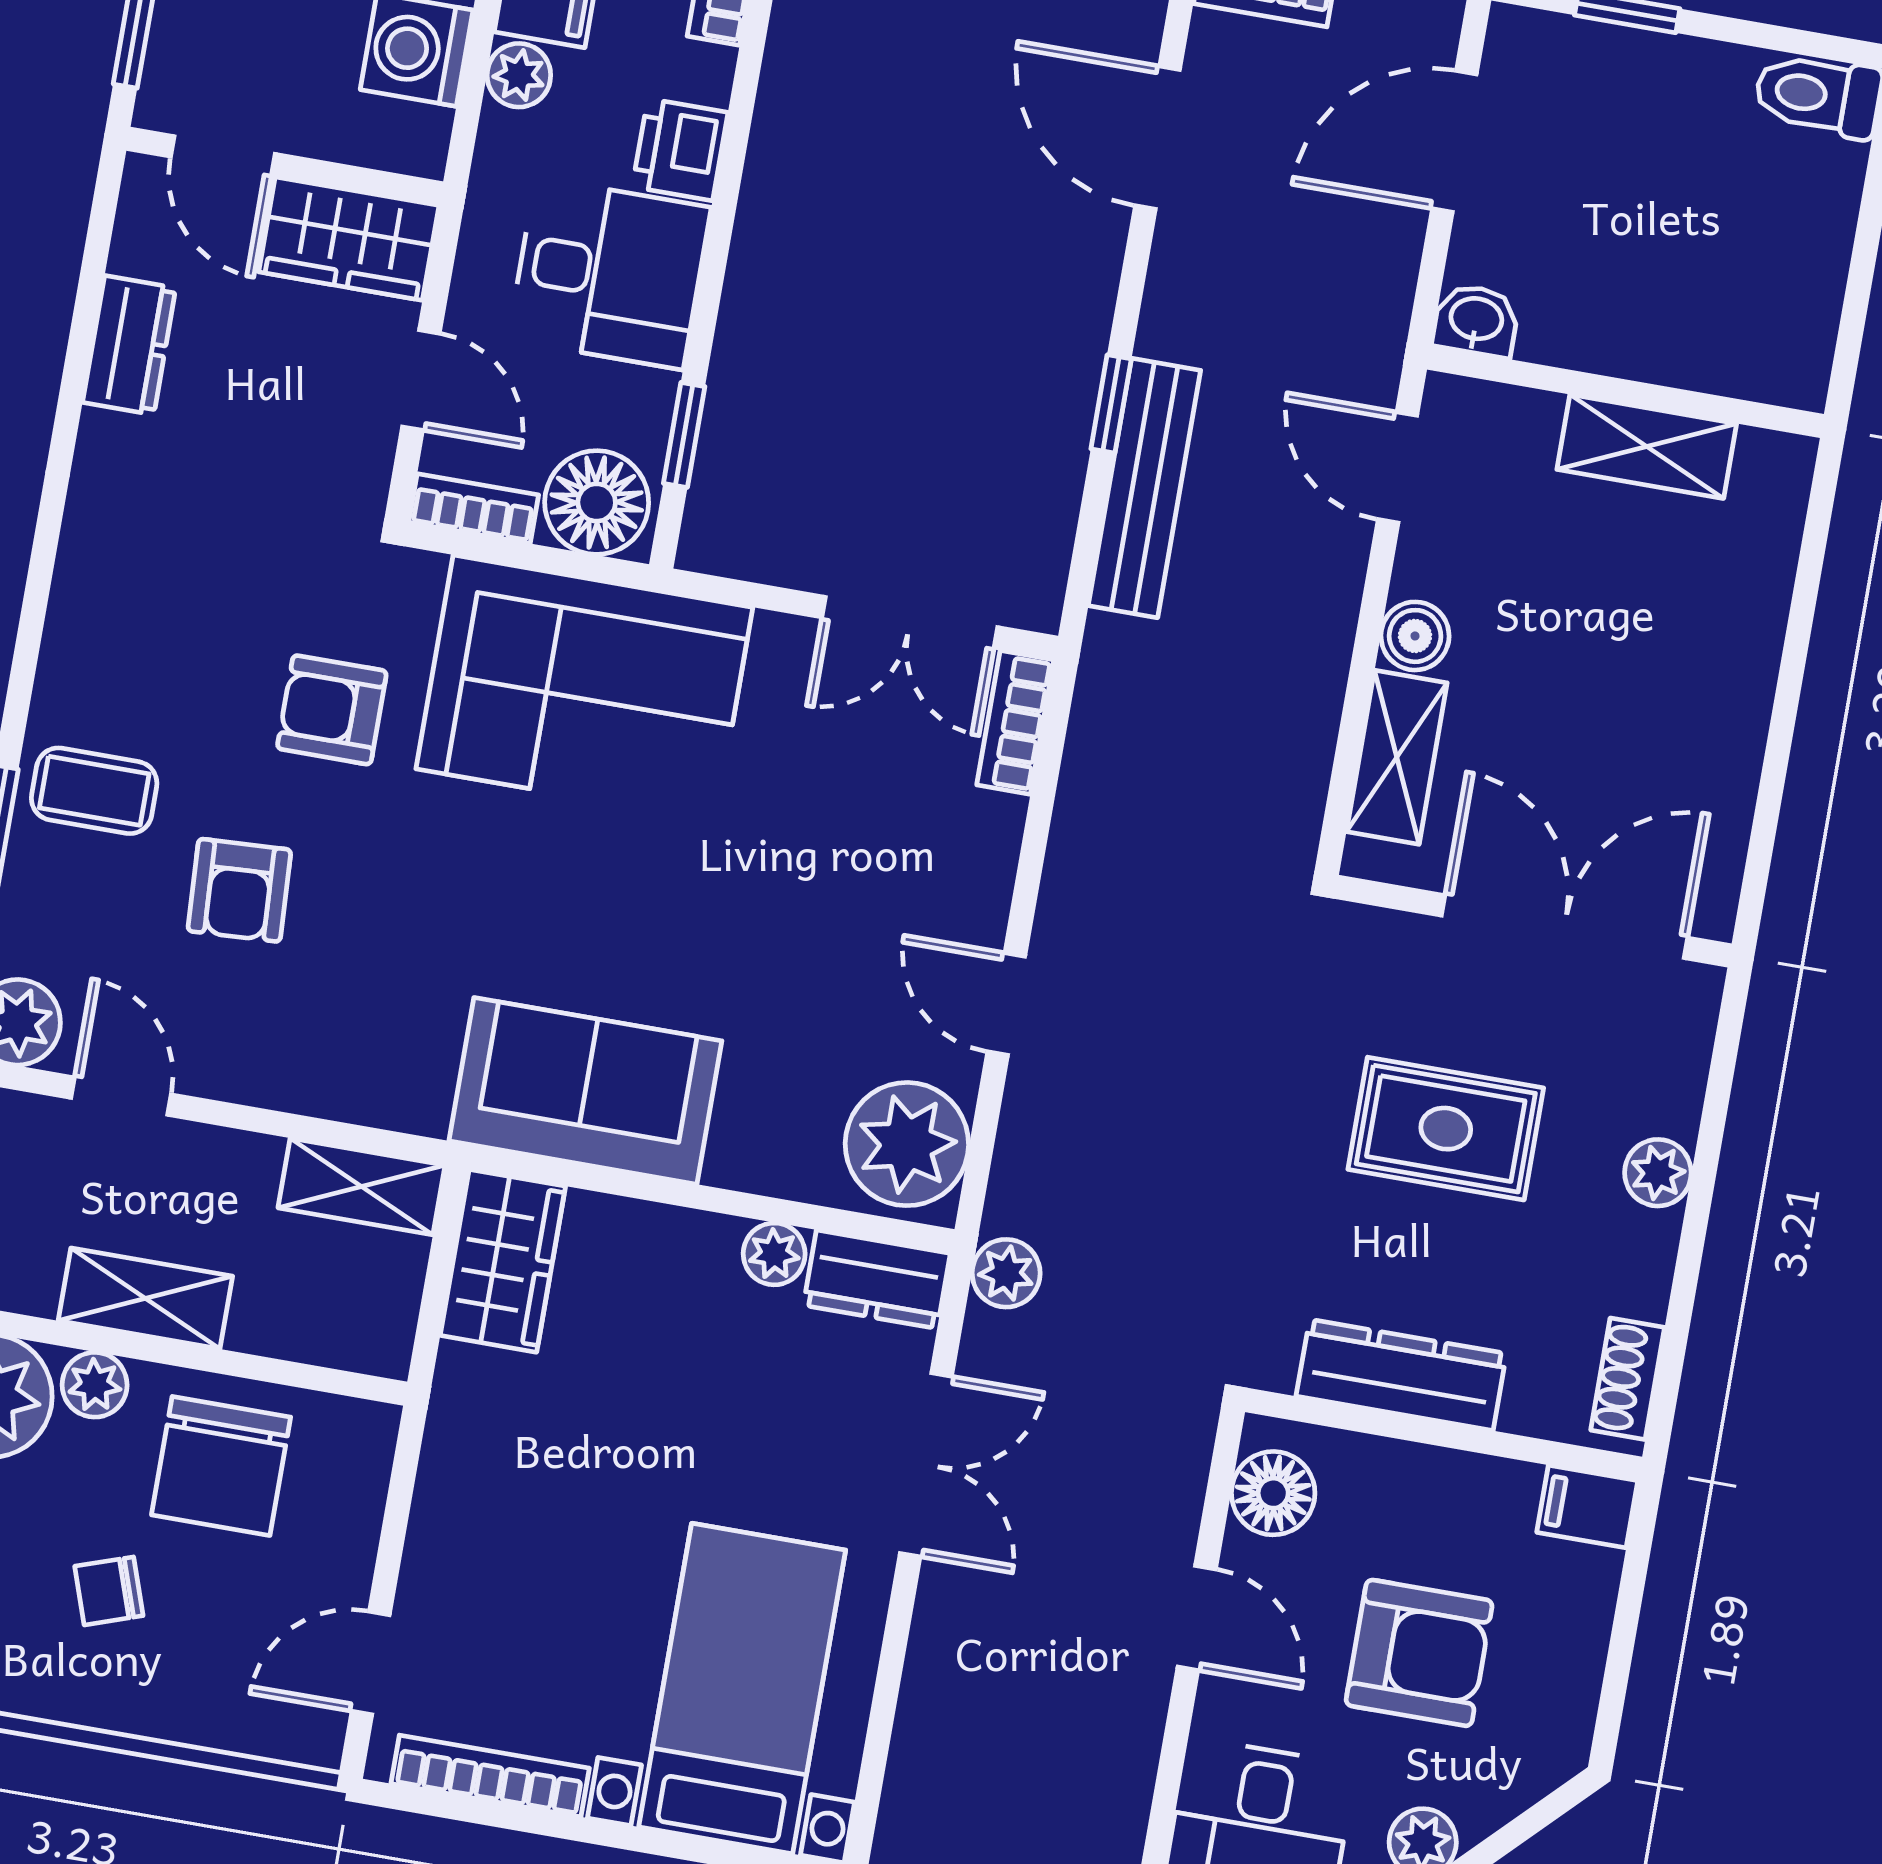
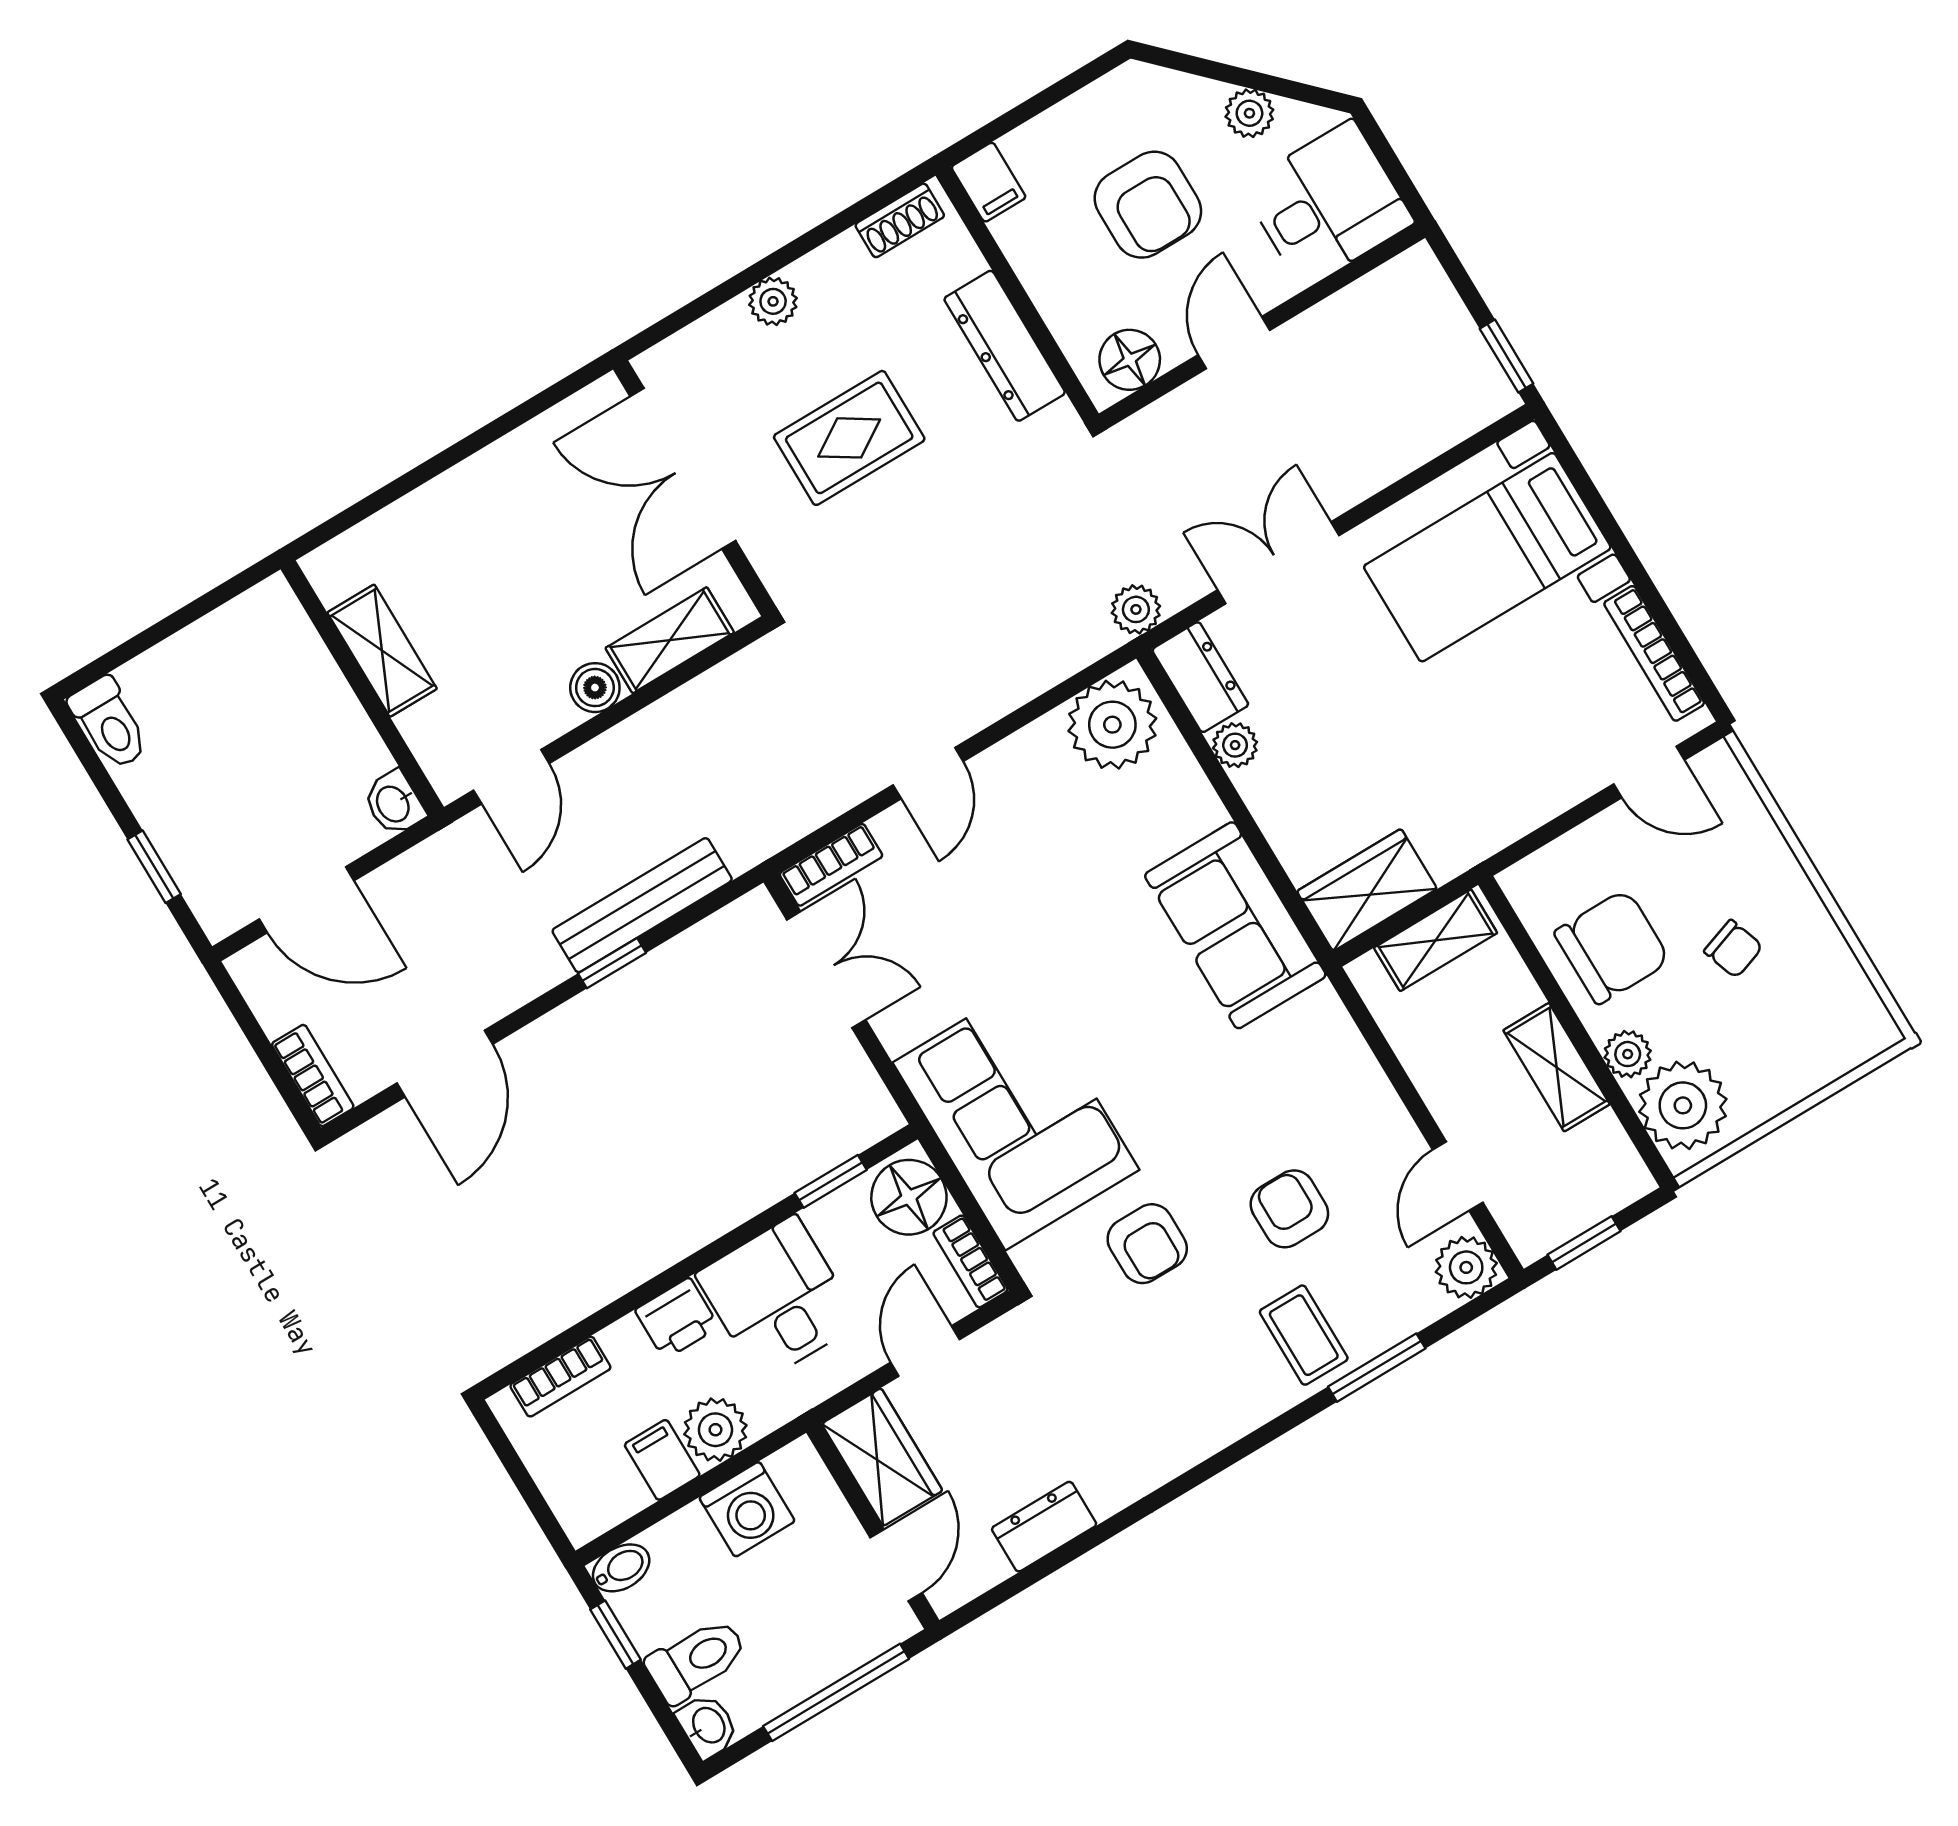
plant: (519, 75) -> (715, 1430), width x1.38, depth x1.38
armchair: (239, 890) -> (1289, 1209), turned -87
door: (1006, 1004) -> (928, 773), moved
rug: (1446, 1129) -> (849, 438), turned 90
shelving: (362, 1186) -> (1436, 940), moved, turned 90
armchair: (1419, 1653) -> (1148, 205), turned 180

